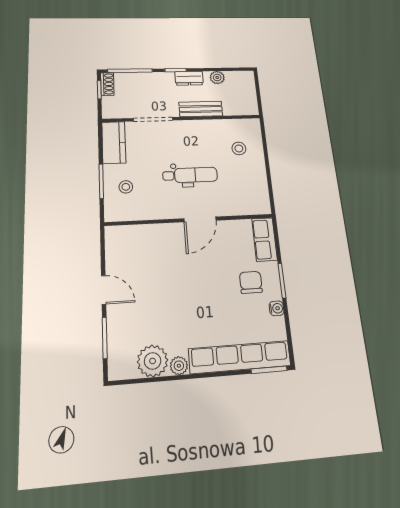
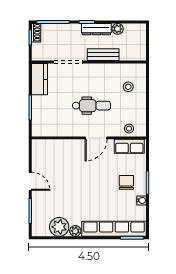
dresser: (189, 78) -> (96, 29), width x1.44
stool: (126, 187) -> (129, 129), moved
row of seats: (265, 239) -> (129, 146), moved, turned -90

